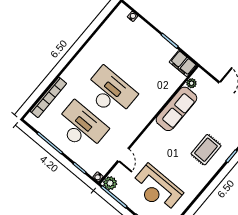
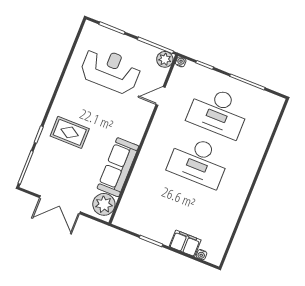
filing cabinet: (183, 64) -> (185, 243), moved
plant: (191, 83) -> (104, 204), width x1.87, depth x1.87
bookcase: (48, 97) -> (266, 133), removed
rug: (206, 150) -> (70, 132), turned 90
door: (123, 155) -> (160, 96), hinge flipped

